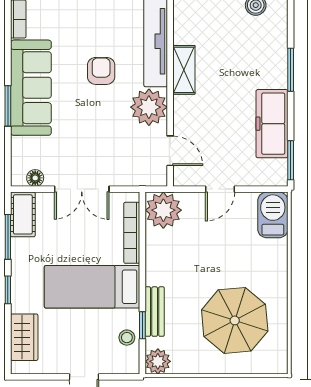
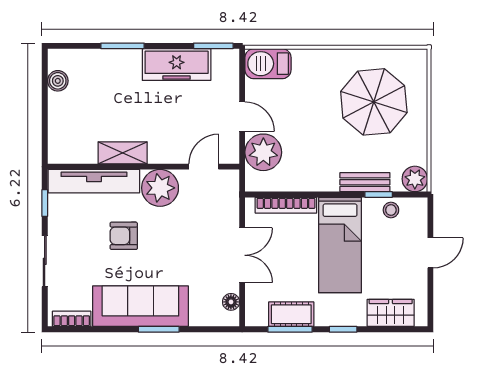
plant: (163, 210) -> (263, 152), moved
cot: (23, 214) -> (291, 314), moved

